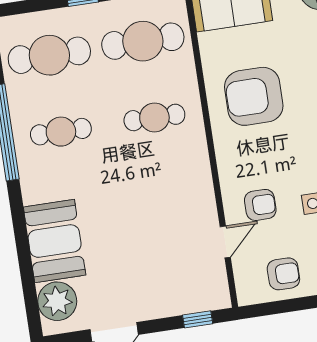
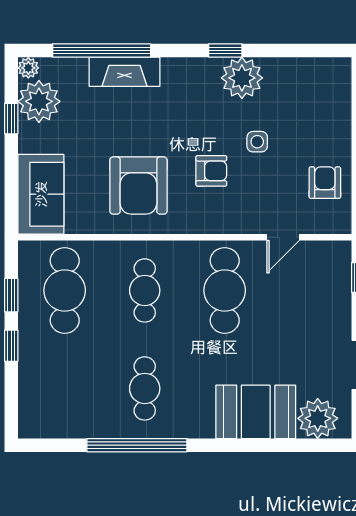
cafe table: (49, 55) -> (225, 290), moved
armchair: (260, 205) -> (211, 171), moved, turned 90
door: (225, 242) -> (283, 237), swing flipped

